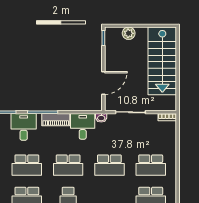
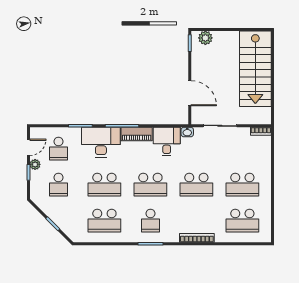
plant: (129, 33) -> (205, 38), moved
door: (103, 83) -> (190, 93), hinge flipped
desk: (24, 127) -> (101, 142), width x1.37

